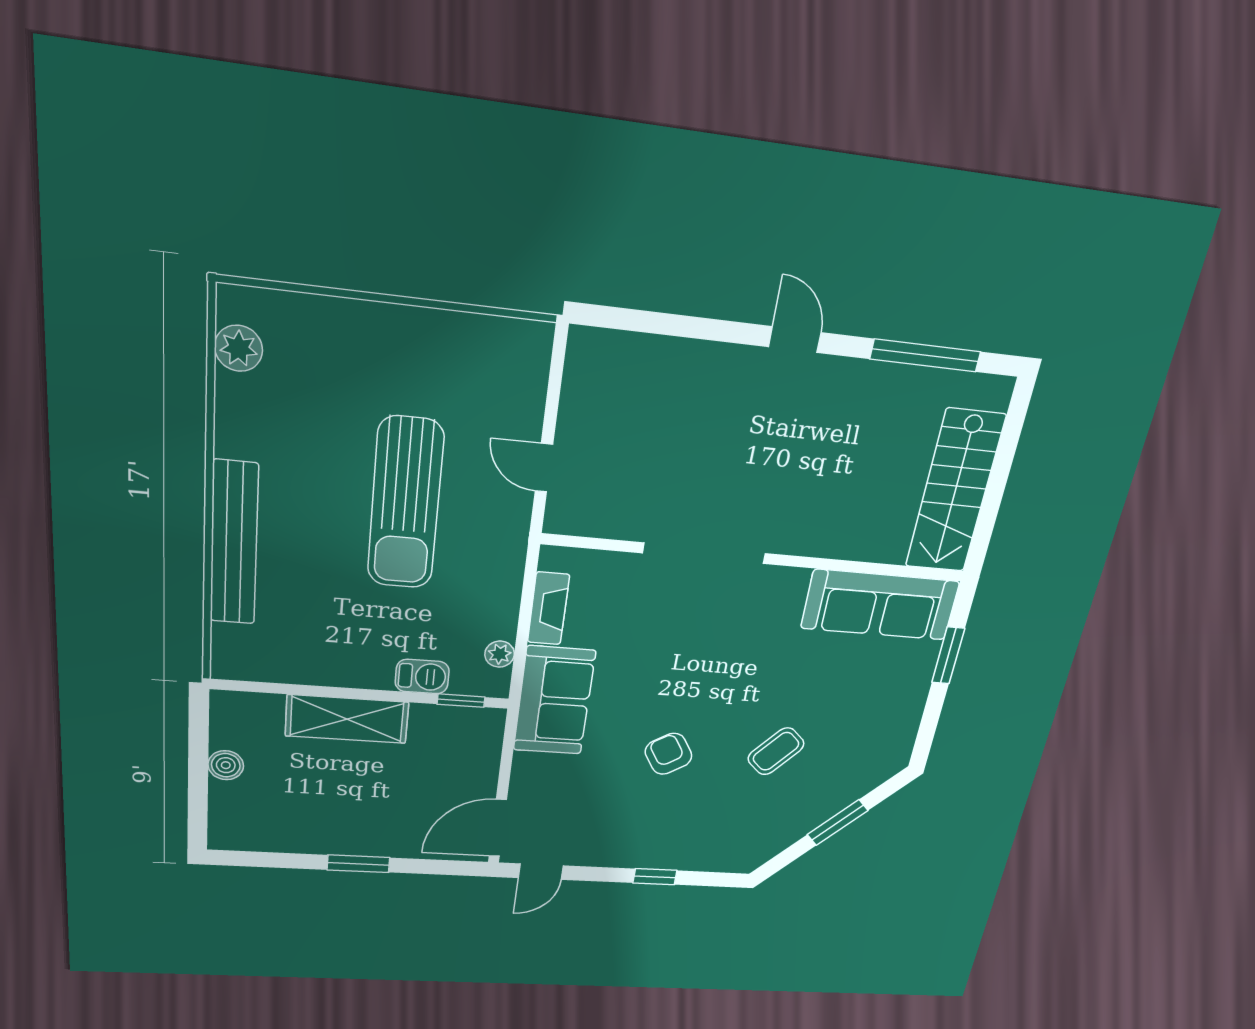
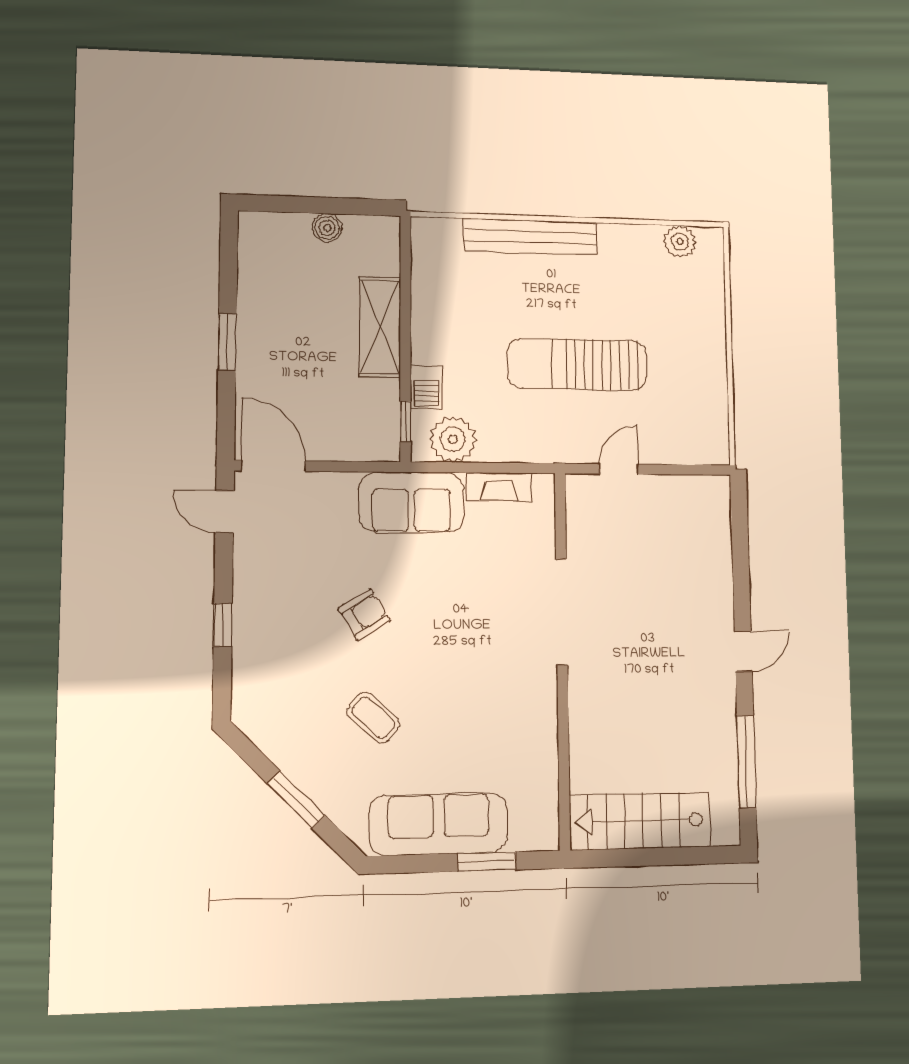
sofa: (880, 605) -> (439, 824), moved, turned 90
plant: (500, 654) -> (453, 439), width x1.87, depth x1.87

